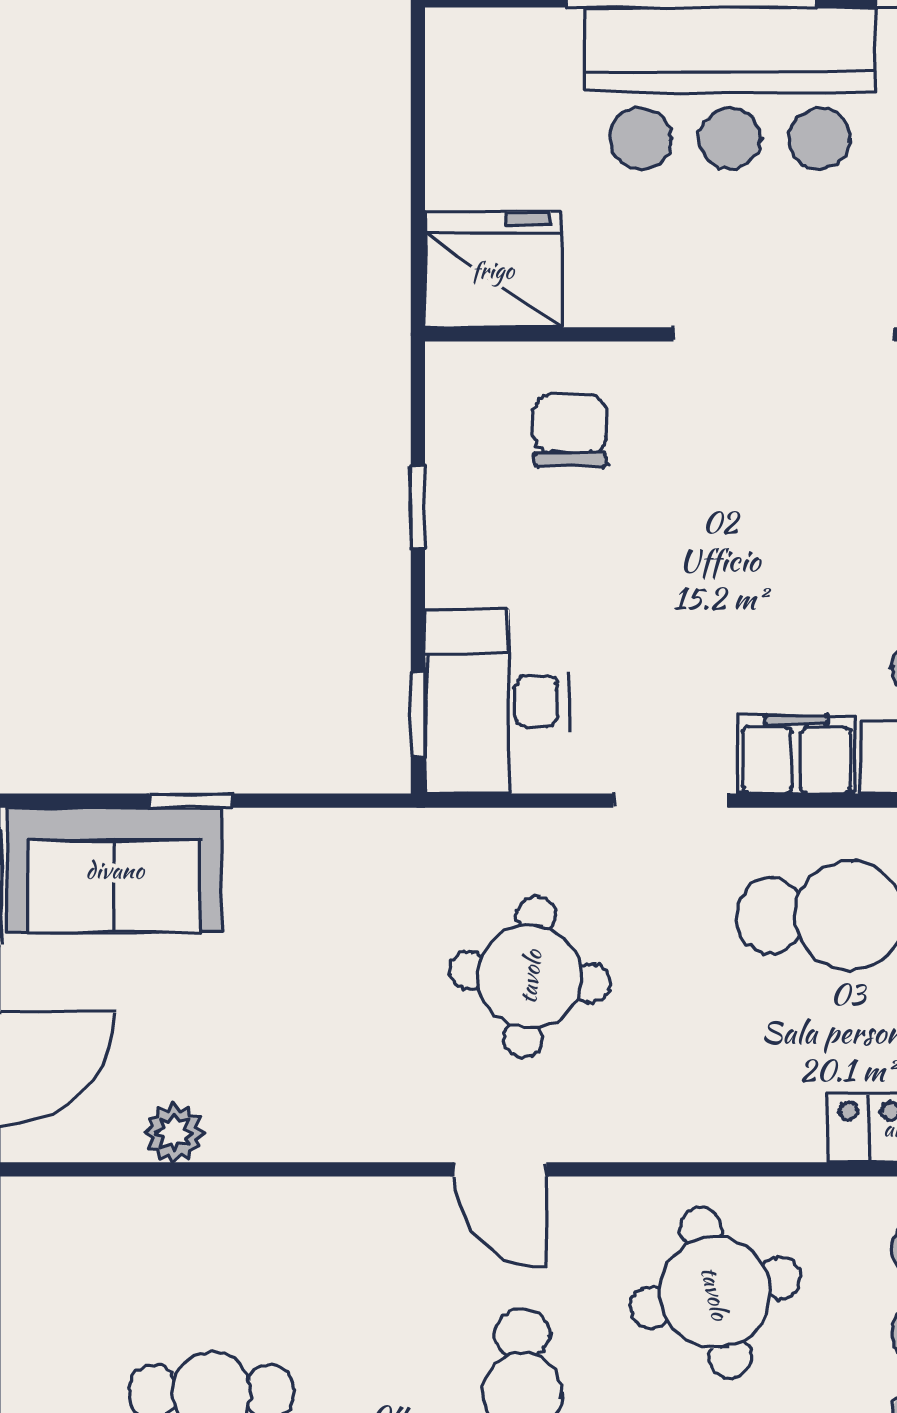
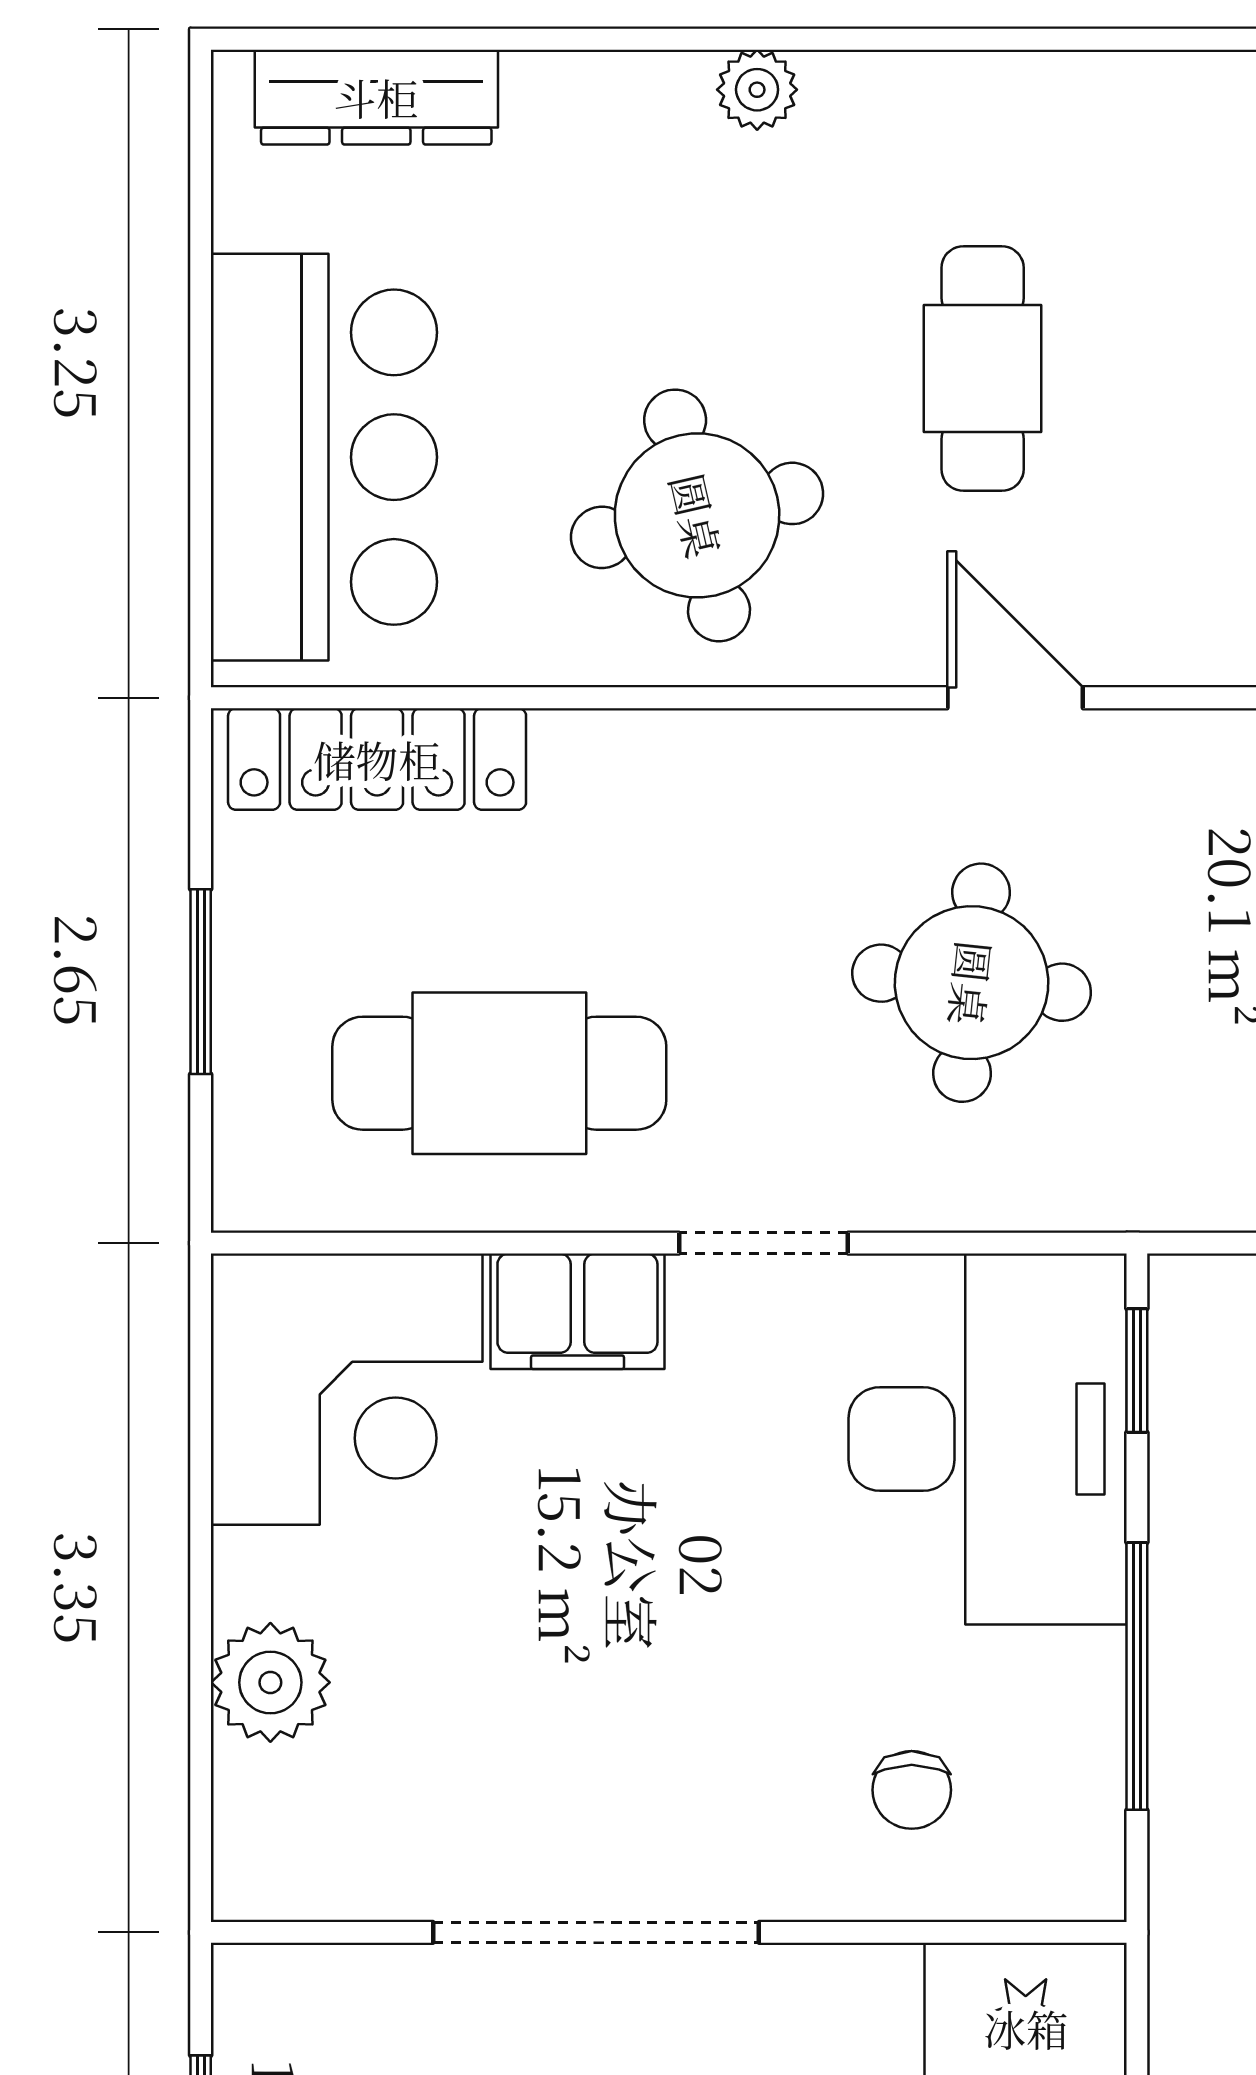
chair: (570, 431) -> (912, 1790), width x0.73, depth x0.73
window: (418, 508) -> (1137, 1676), width x2.17
desk: (497, 702) -> (988, 1439), width x1.36, depth x1.30

